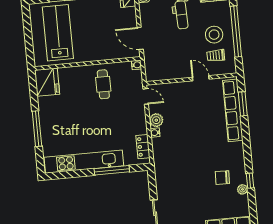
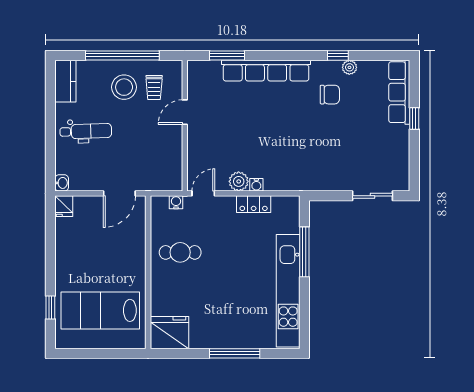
water cooler: (137, 65) -> (176, 202), moved
row of seats: (233, 110) -> (266, 71), moved
locker: (143, 147) -> (254, 204), moved
chair: (222, 178) -> (330, 95), turned -92

